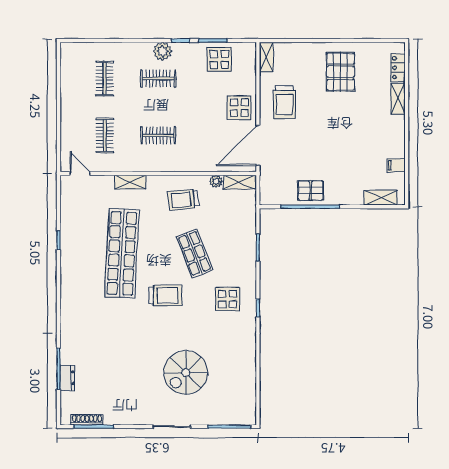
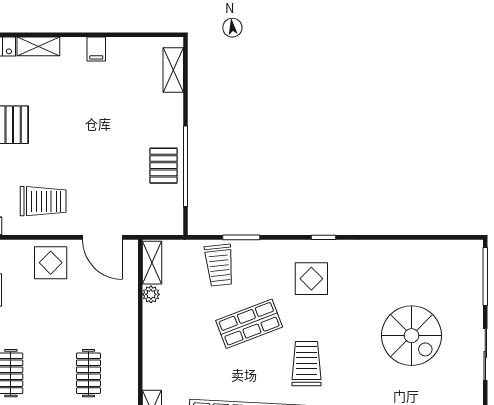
door: (258, 146) -> (102, 237), width x0.73
filing cabinet: (396, 165) -> (96, 49), moved
trolley: (183, 200) -> (219, 265), moved

